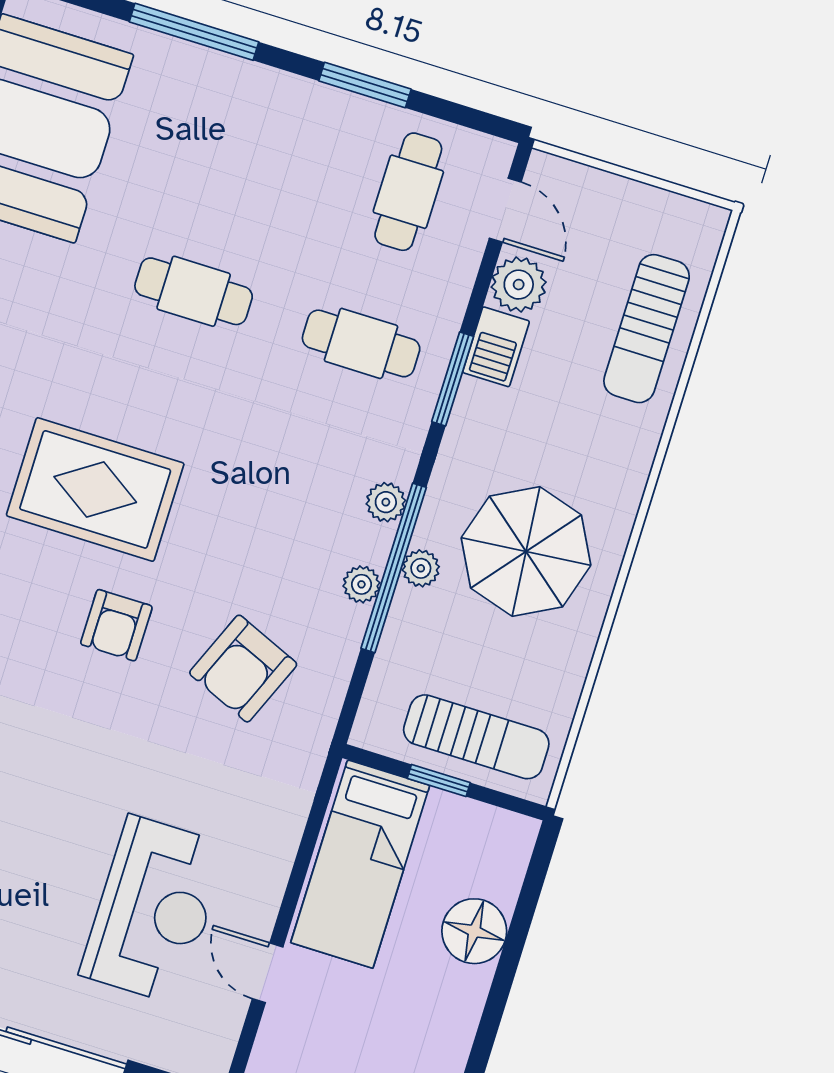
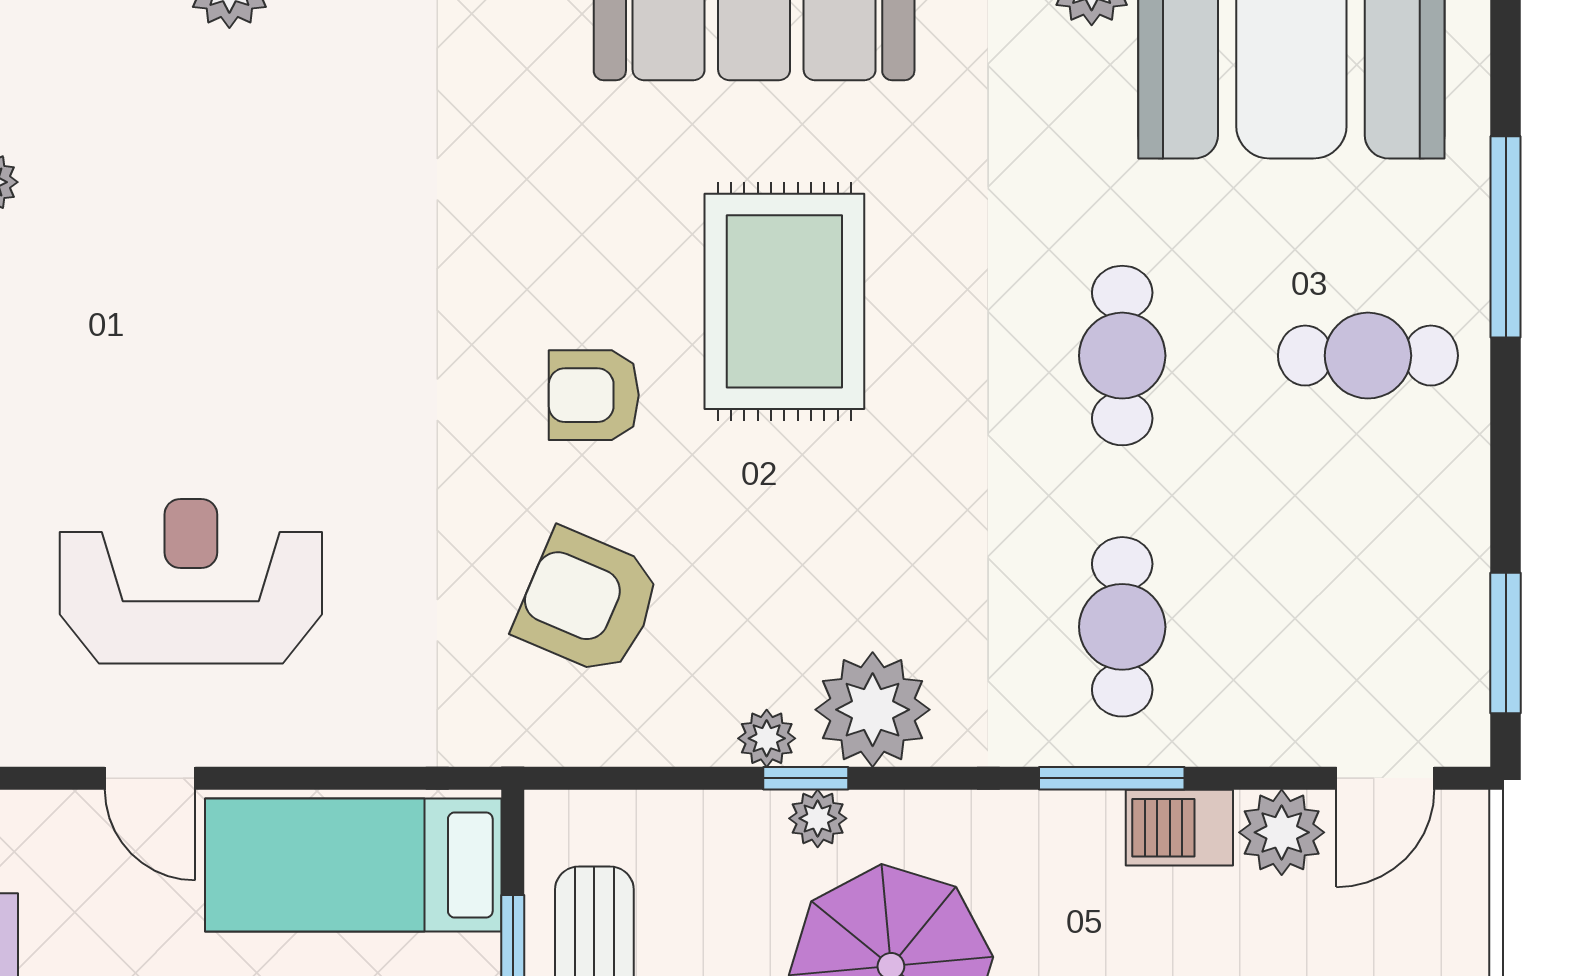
window: (365, 85) -> (1506, 643), moved
cafe table: (408, 192) -> (1368, 356), moved
plant: (386, 502) -> (873, 710), width x1.87, depth x1.87
window: (394, 568) -> (806, 778), width x0.32
reception desk: (154, 910) -> (191, 581), turned 180
door: (268, 973) -> (150, 778), swing flipped

